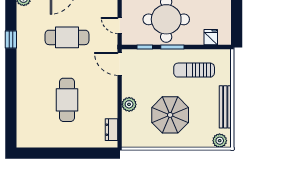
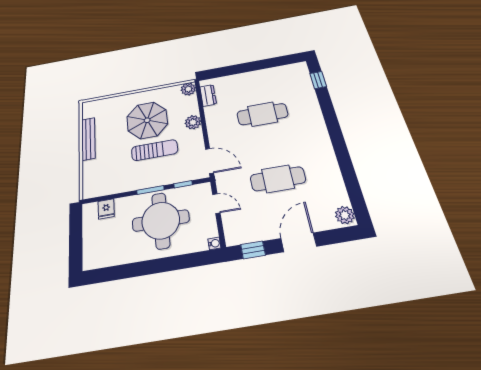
window: (11, 39) -> (318, 80), moved
sun lounger: (194, 70) -> (155, 150), moved
cafe table: (67, 100) -> (262, 114), turned 90
plant: (220, 141) -> (188, 89), moved

